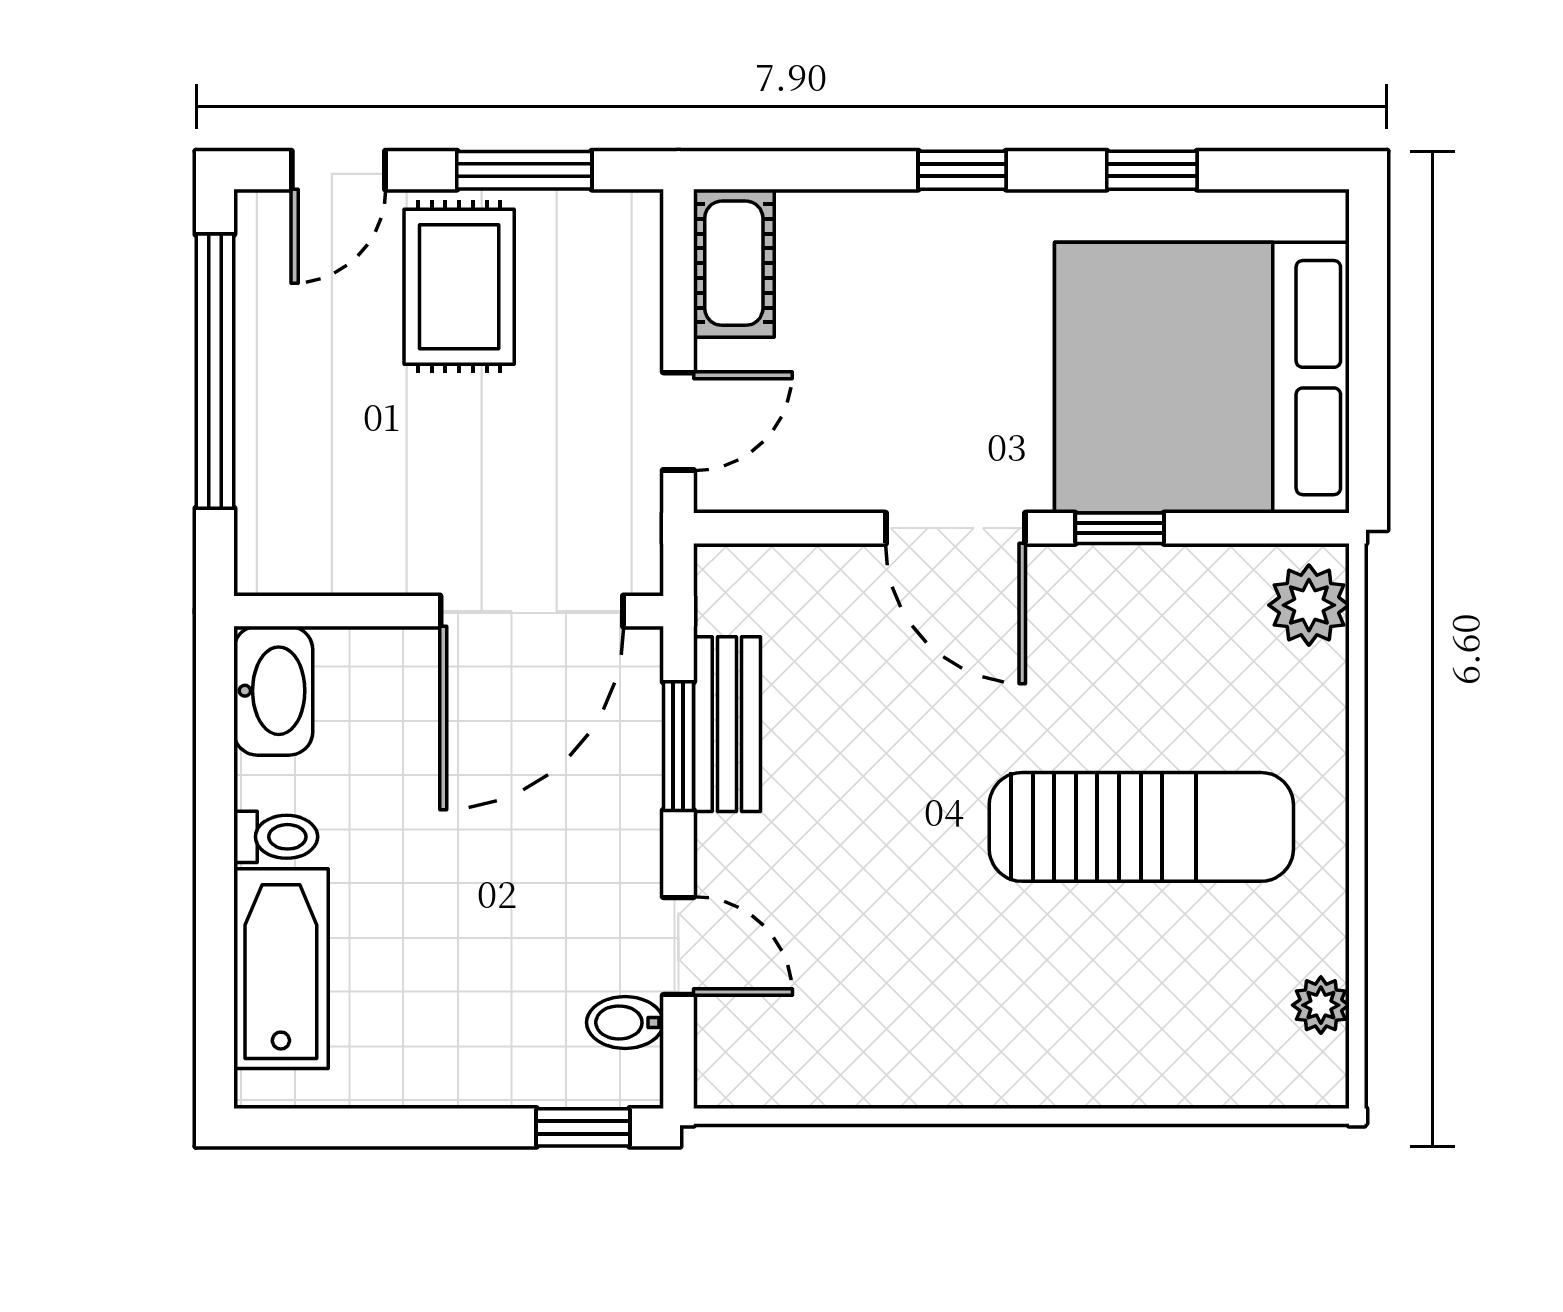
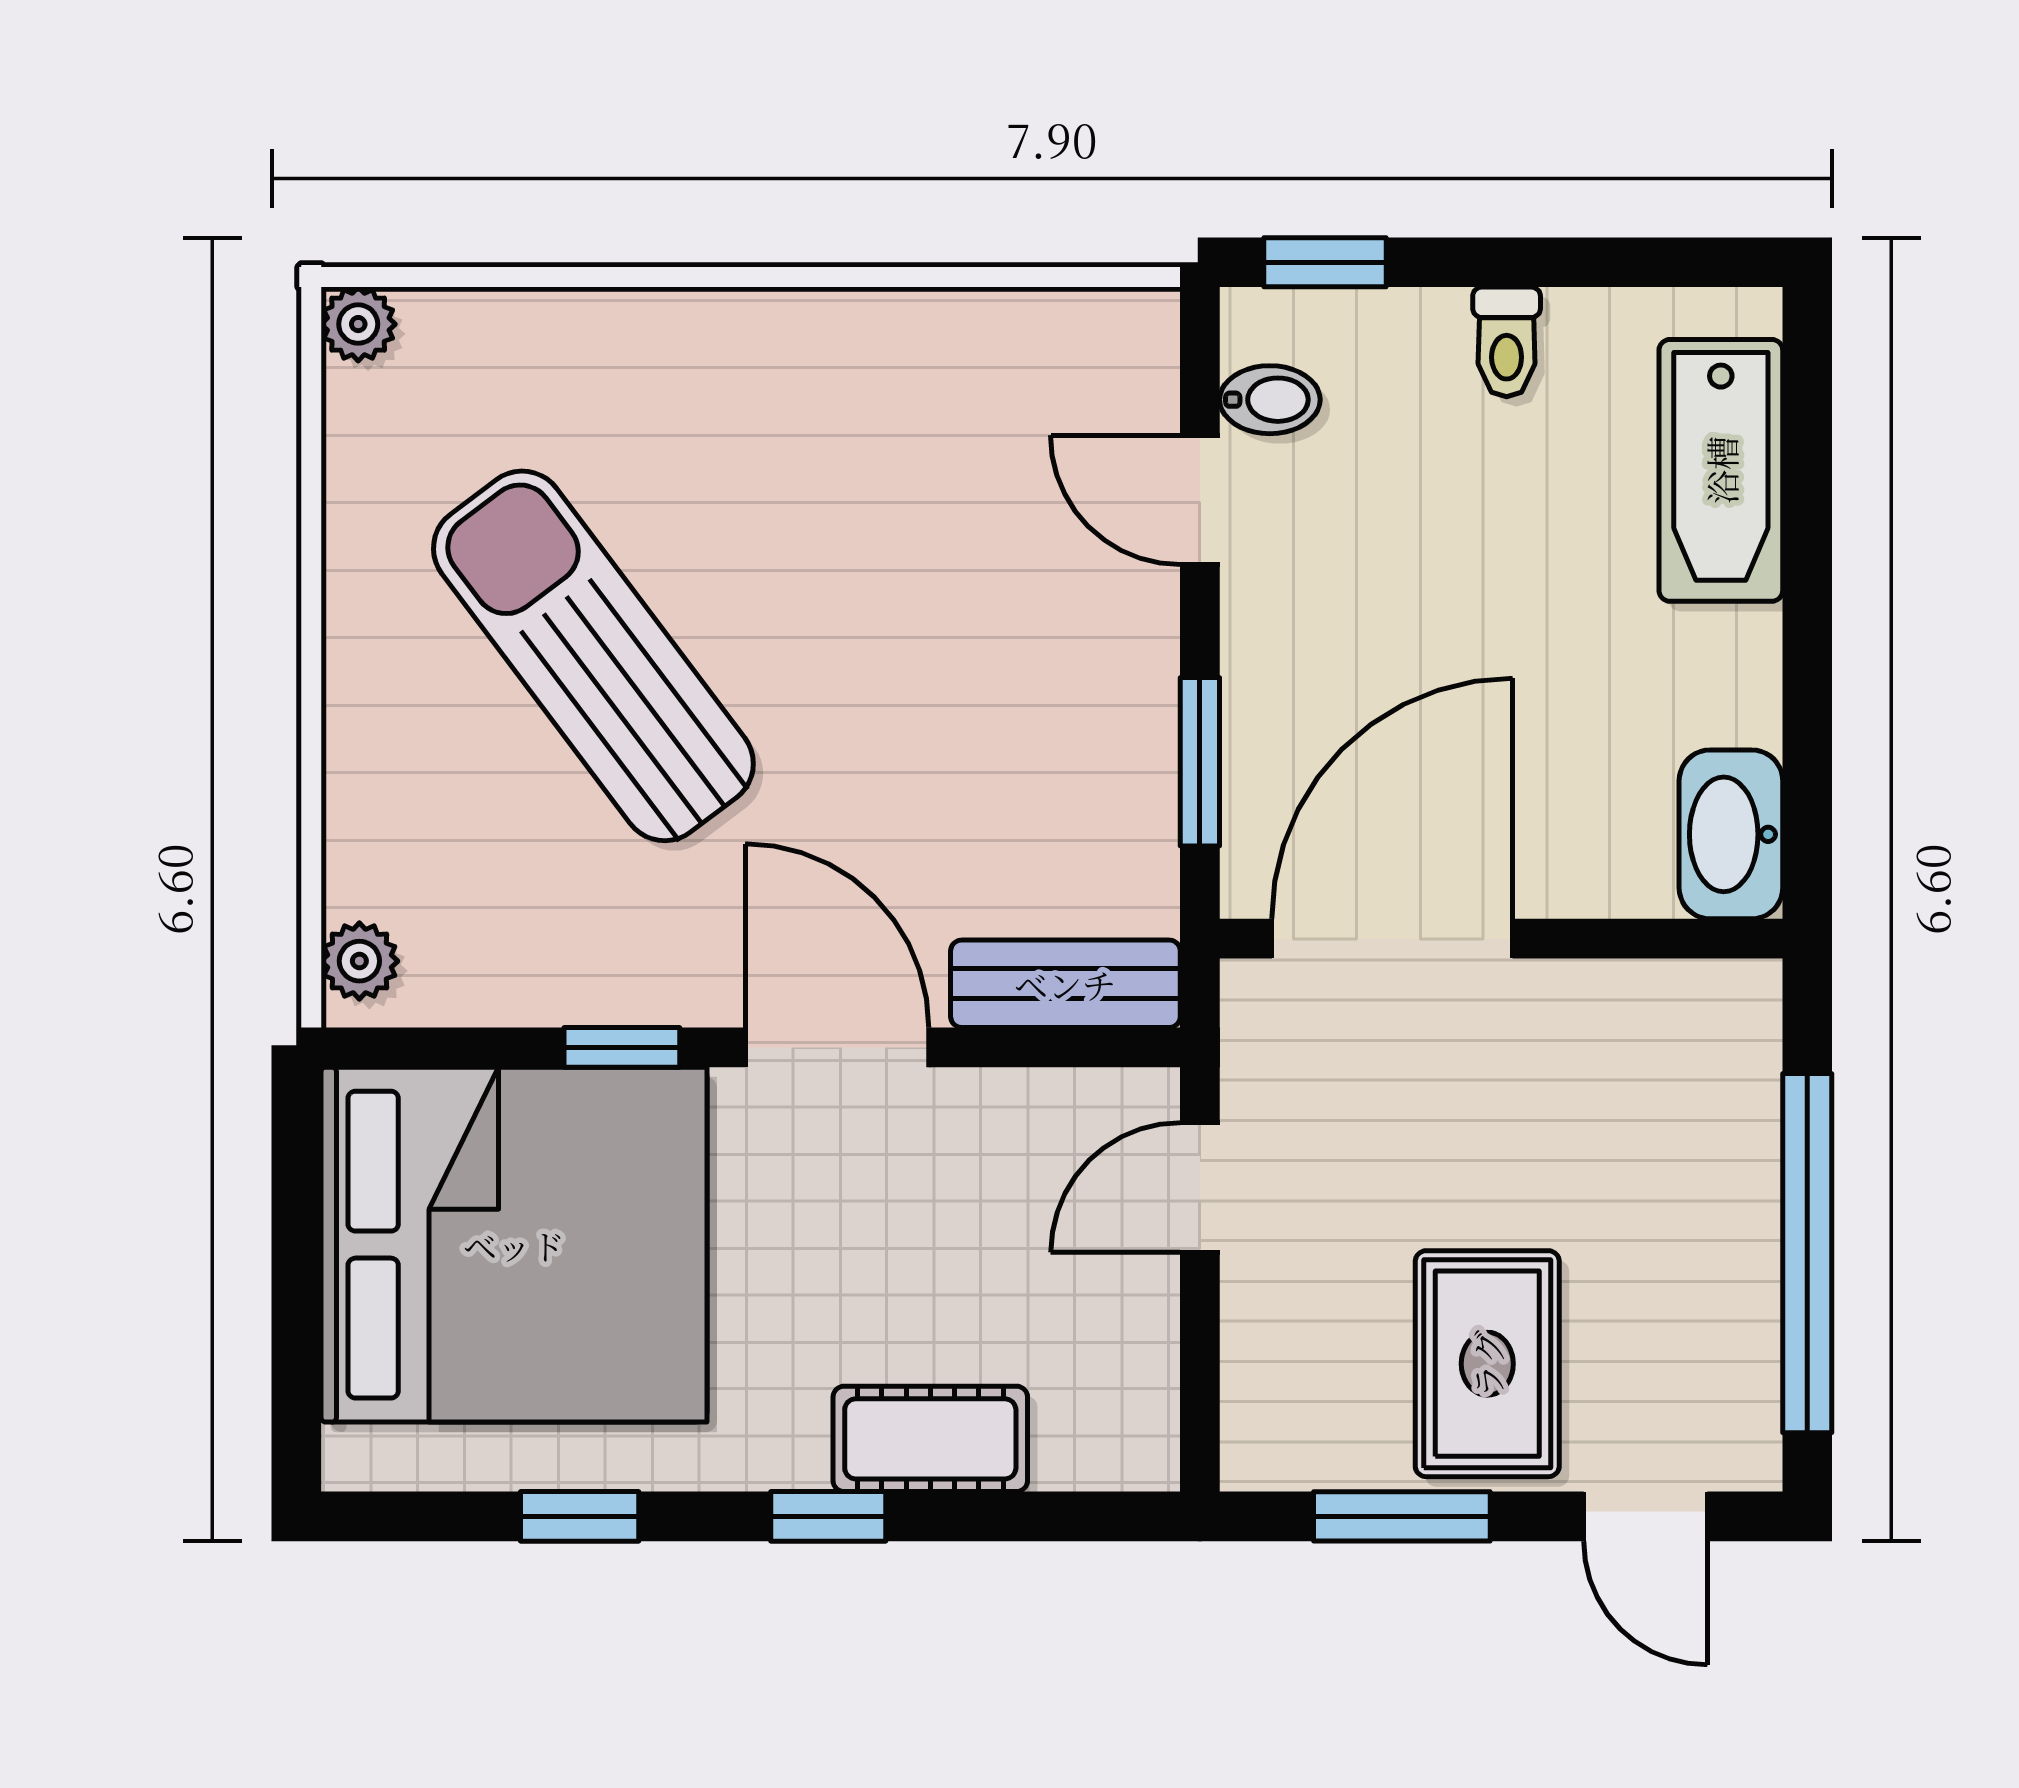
door: (338, 170) -> (1645, 1516), swing flipped
cot: (734, 263) -> (930, 1439), moved, turned 90
plant: (1309, 605) -> (359, 961), width x0.73, depth x0.73
bench: (727, 724) -> (1065, 984), moved, turned 90
sun lounger: (1141, 827) -> (593, 656), turned 53
toilet: (276, 837) -> (1507, 342), moved, turned -90
plant: (1321, 1005) -> (358, 324), moved

